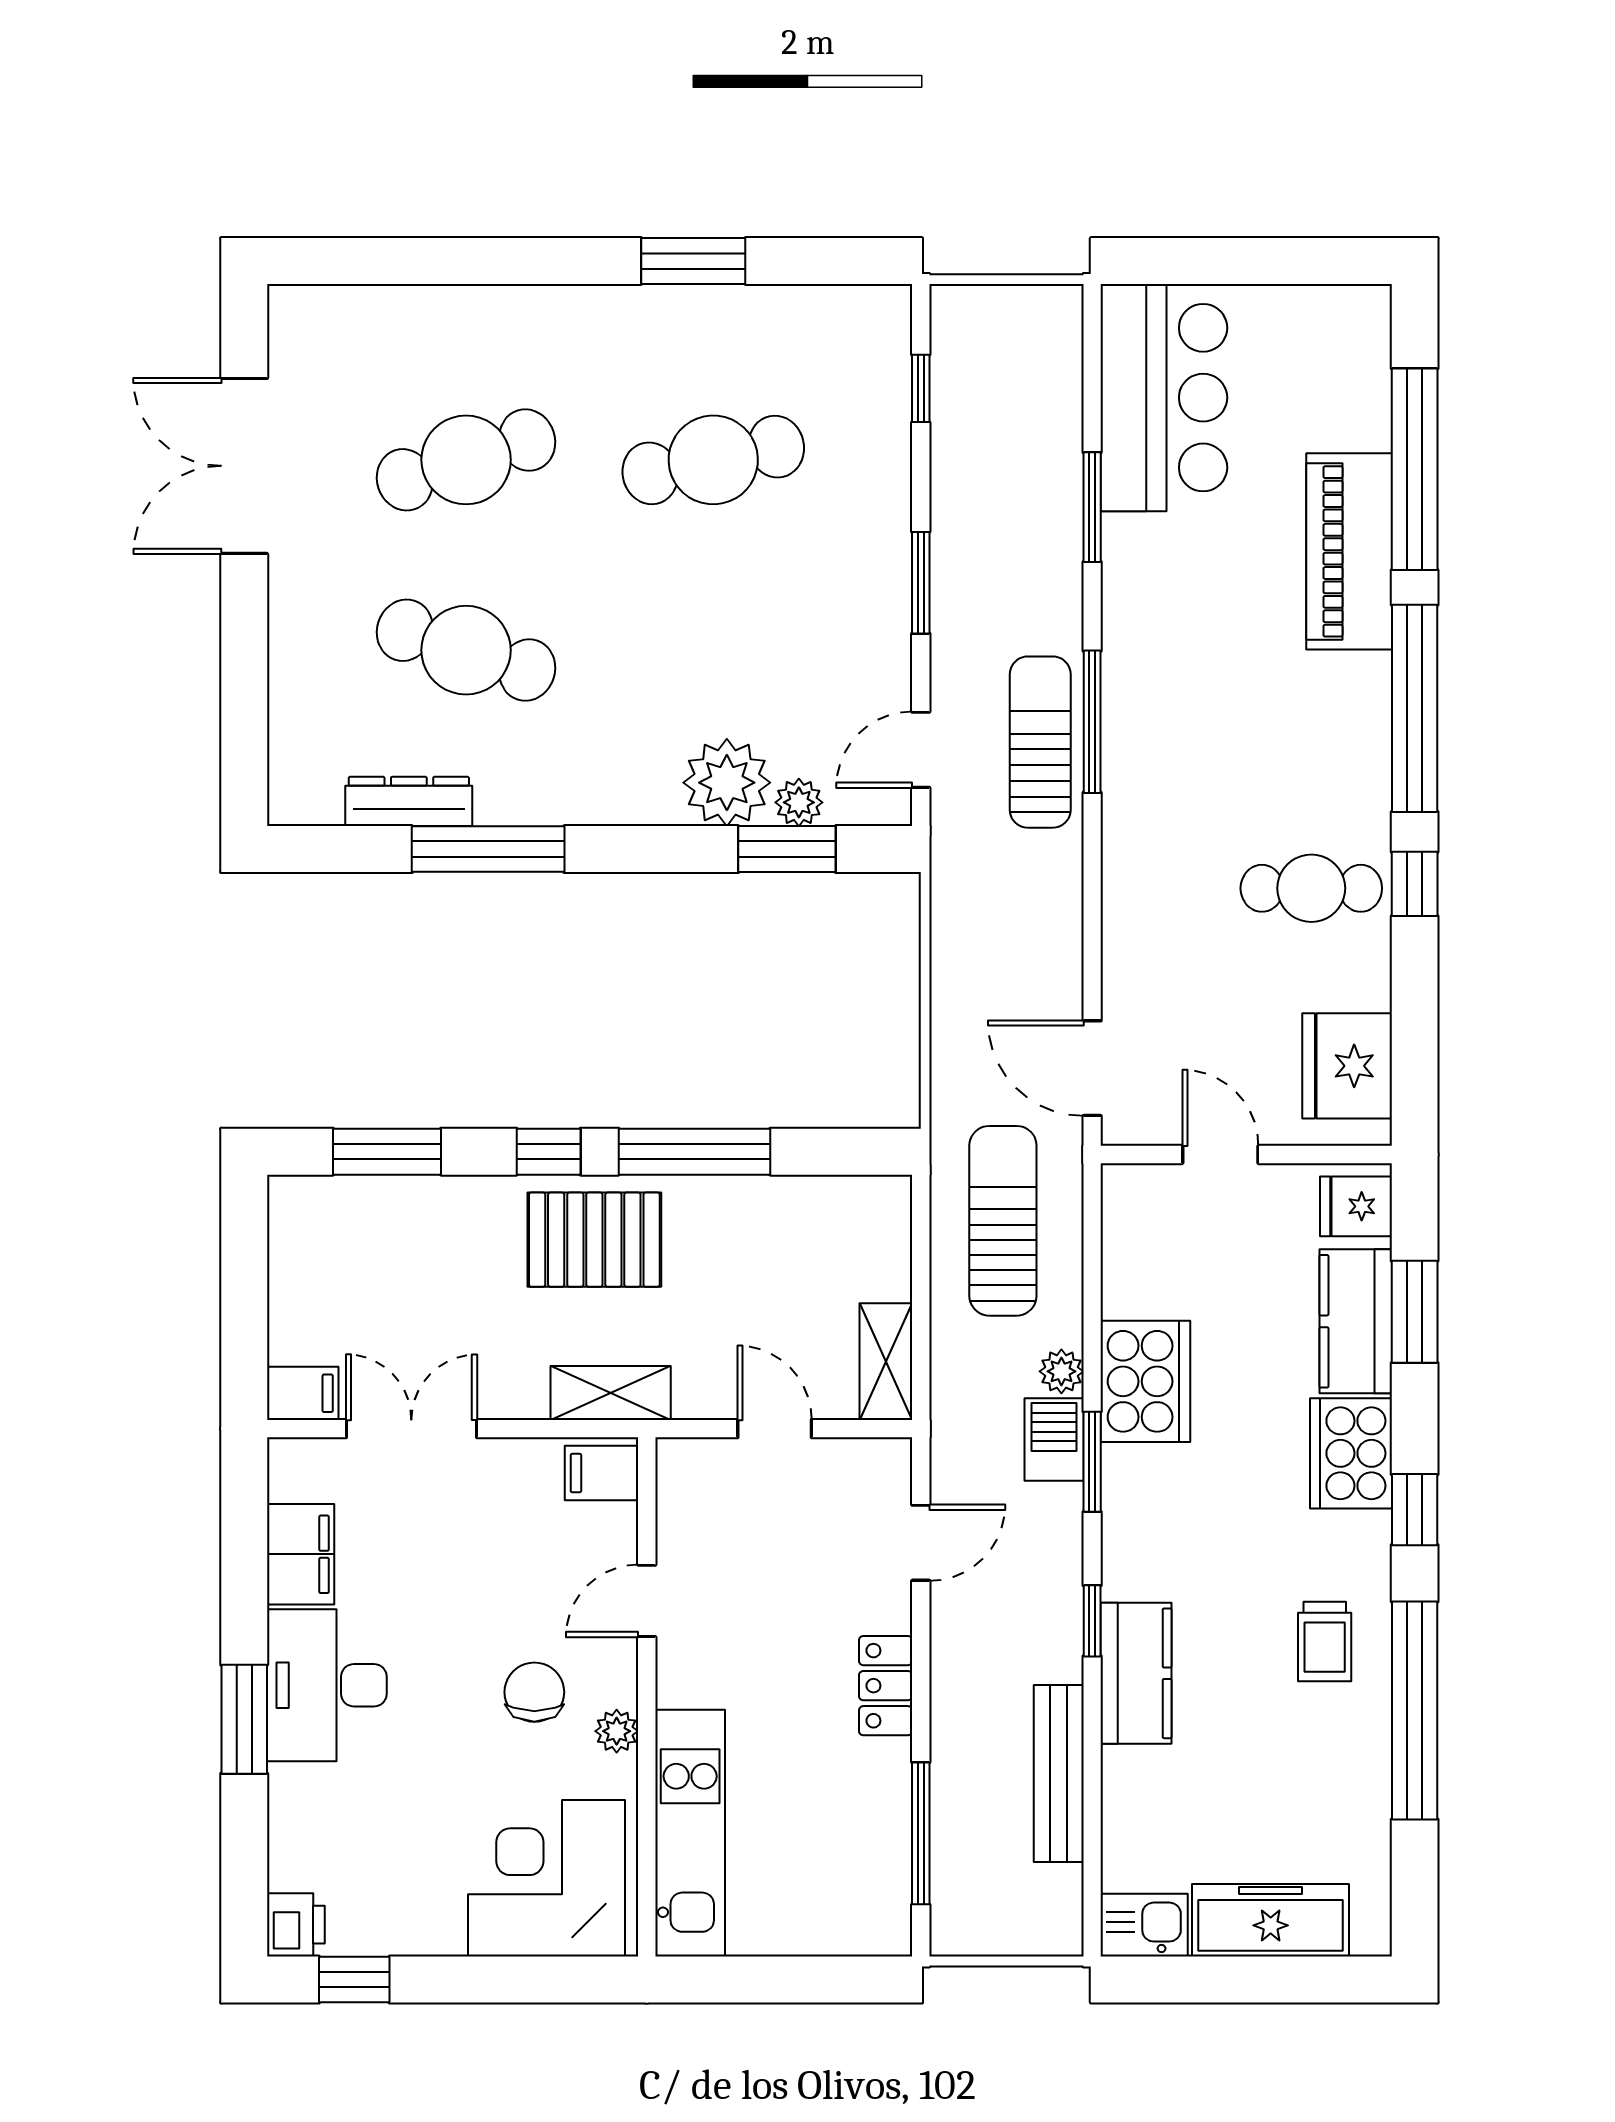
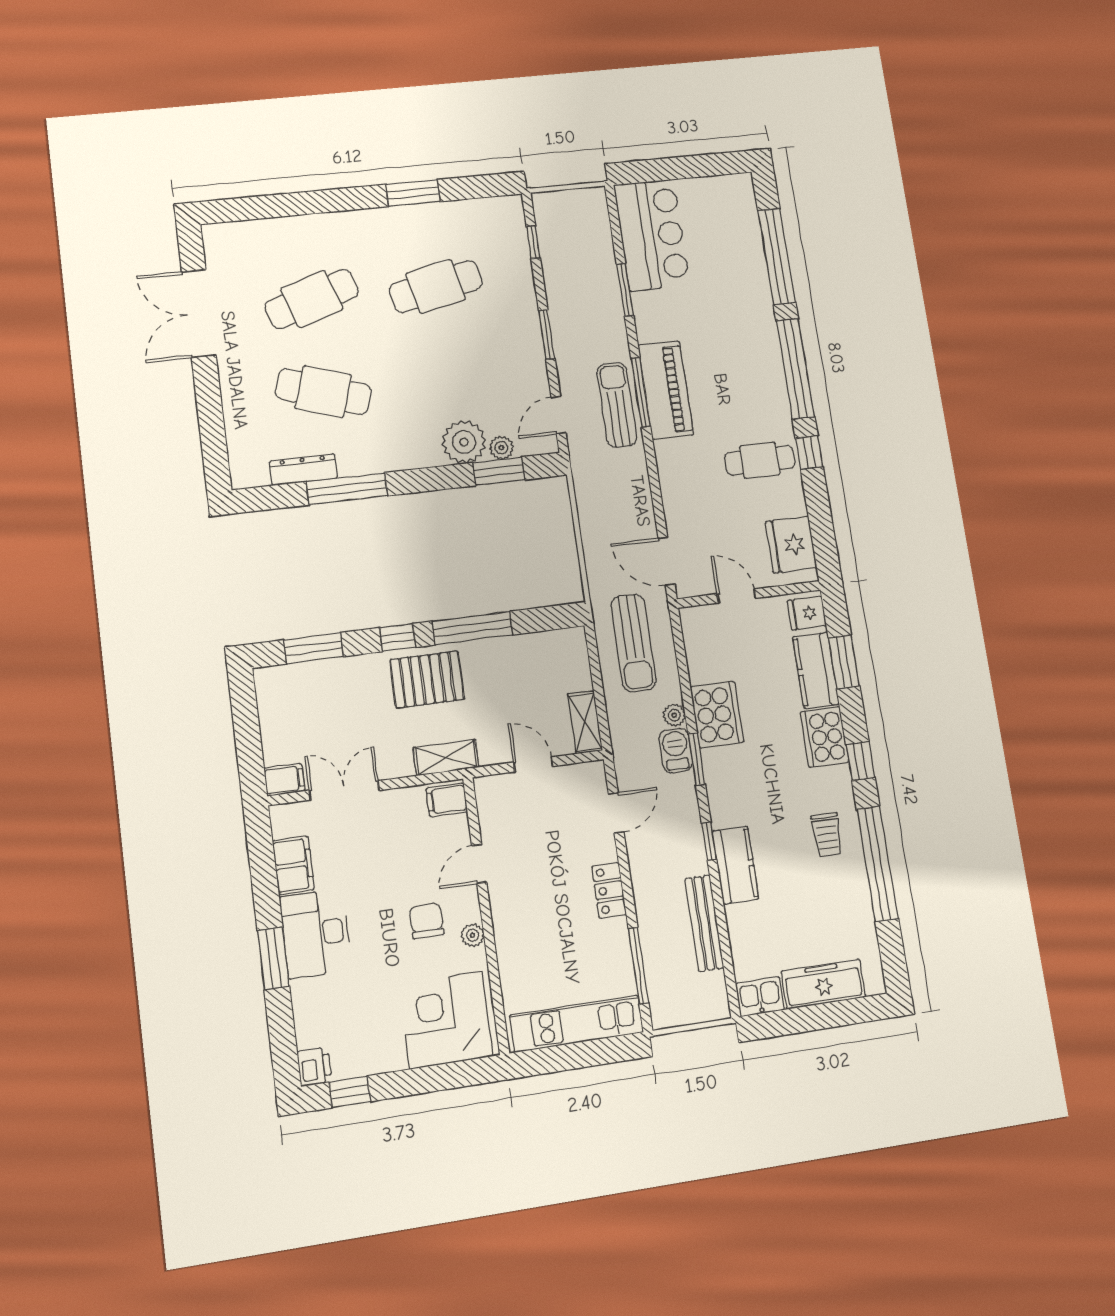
piano: (1349, 551) -> (666, 390), moved, turned 180
sun lounger: (1003, 1221) -> (634, 643), turned 180
kitchen unit: (690, 1833) -> (577, 1024), moved, turned -90

